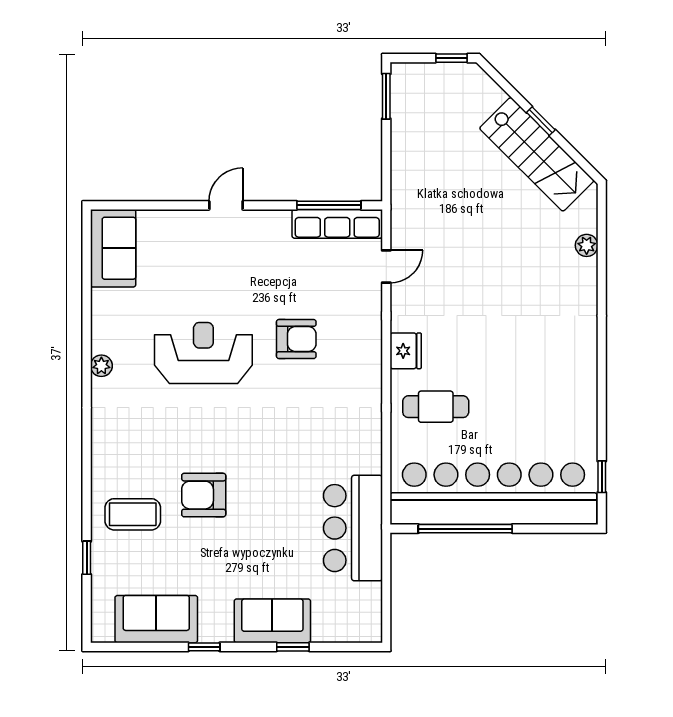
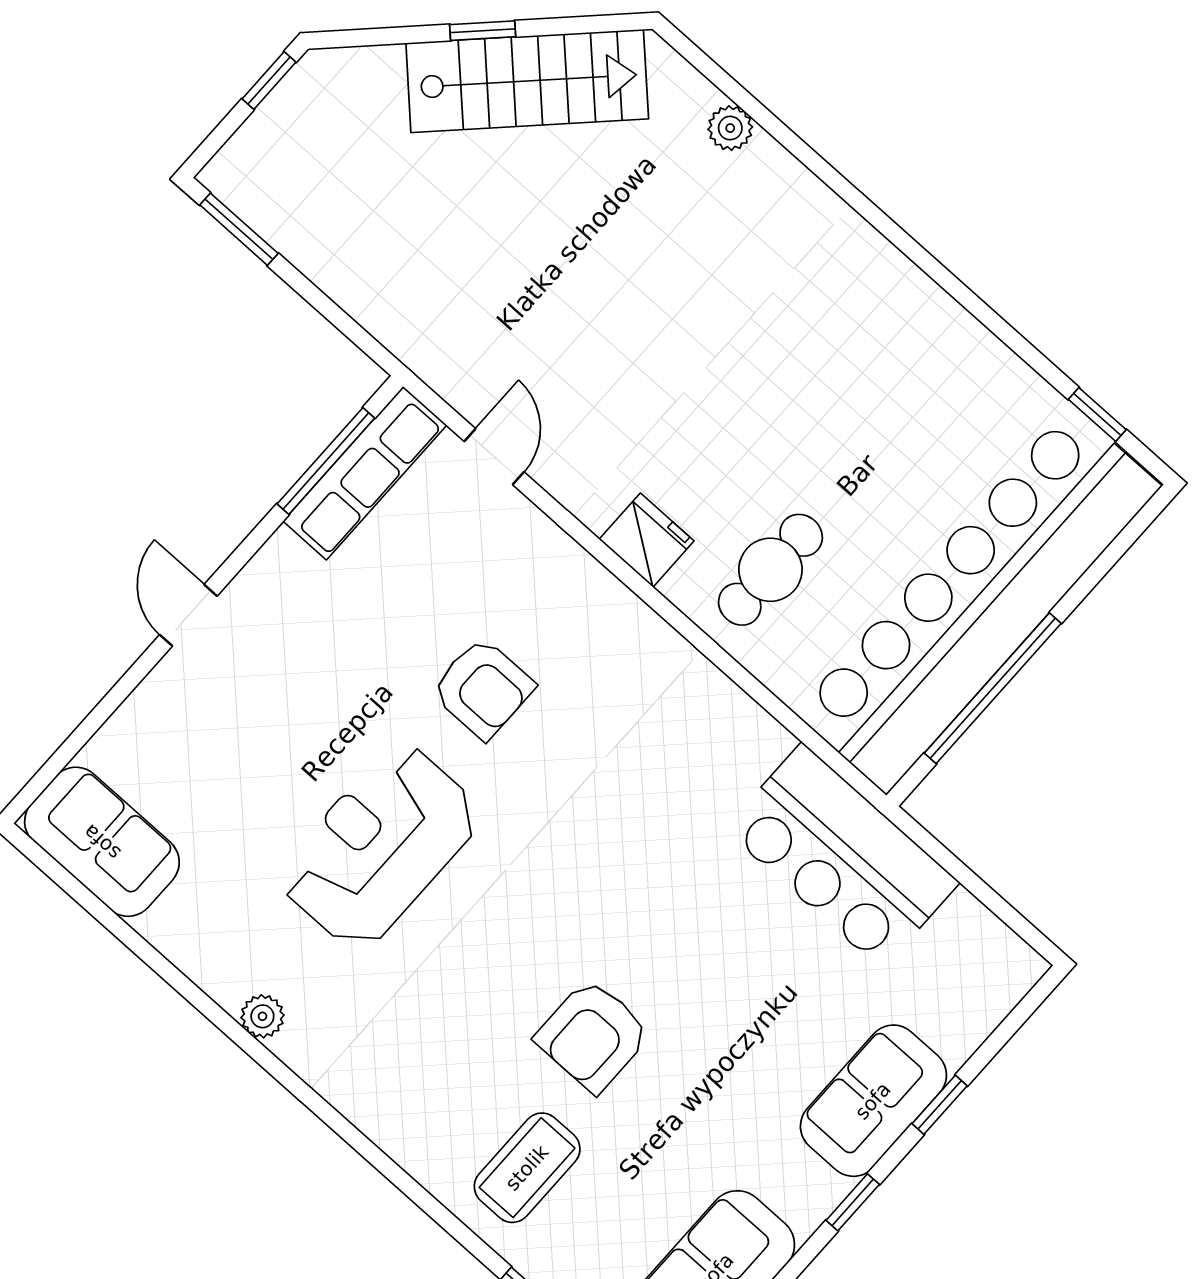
armchair: (296, 339) -> (483, 688), turned 90
window: (204, 647) -> (853, 1202), moved

